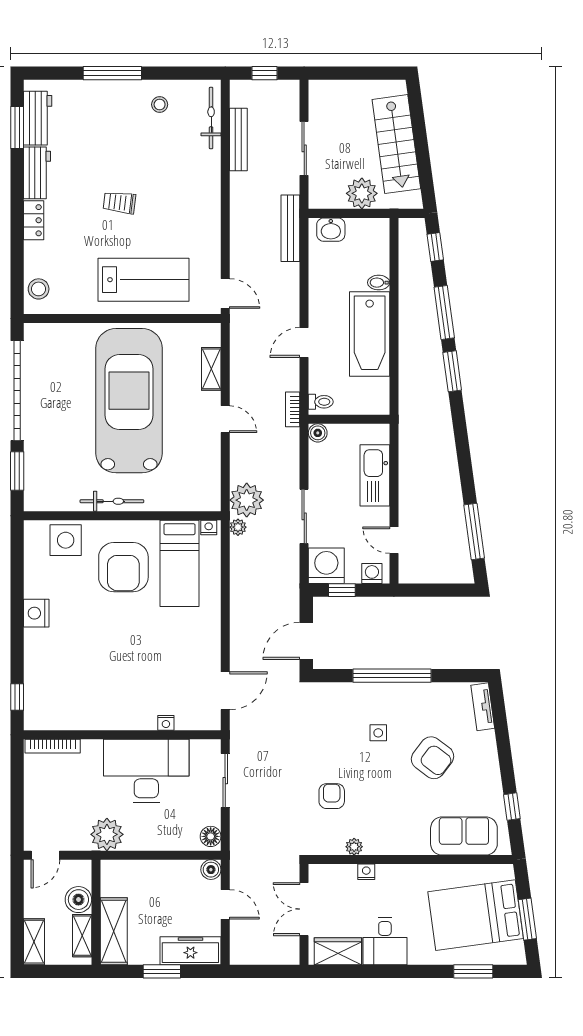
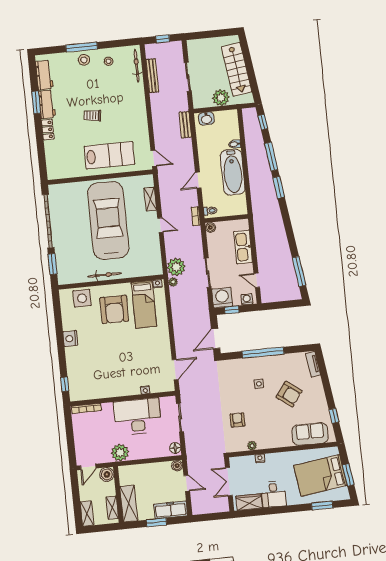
window: (17, 128) -> (36, 102), moved
bench: (290, 228) -> (185, 125), width x0.73
stool: (39, 289) -> (84, 60), moved
boiler: (78, 900) -> (107, 474), moved

